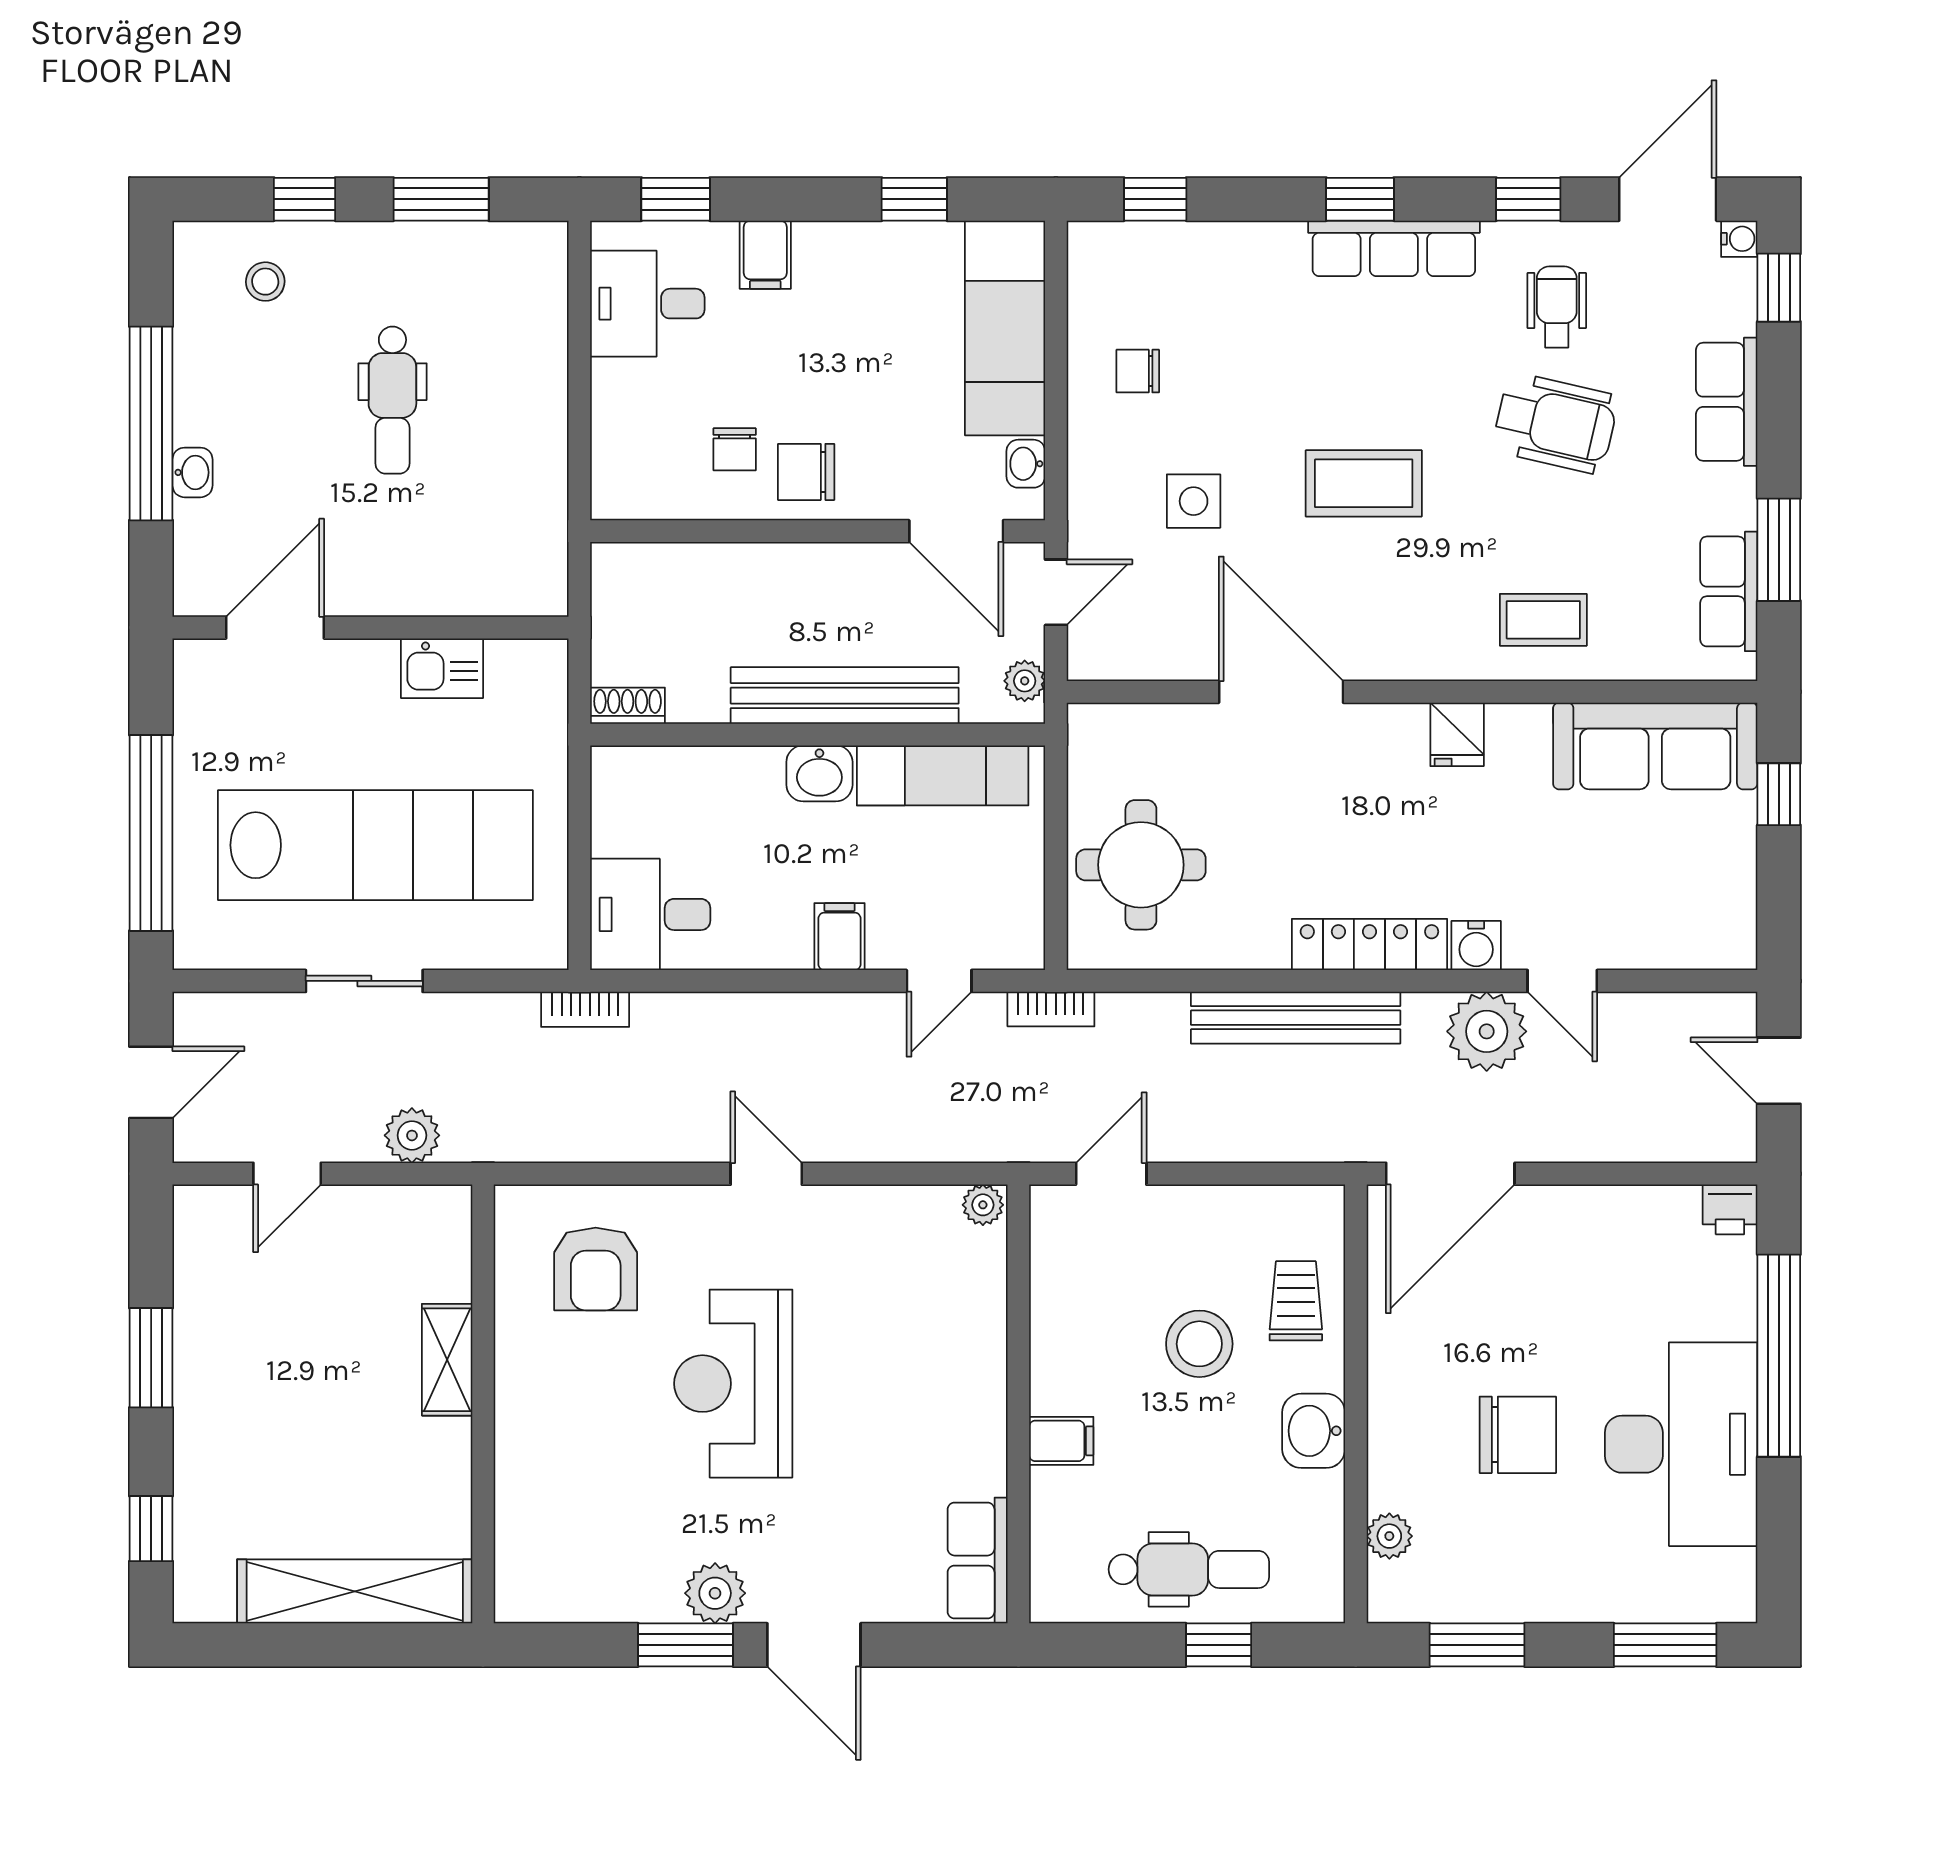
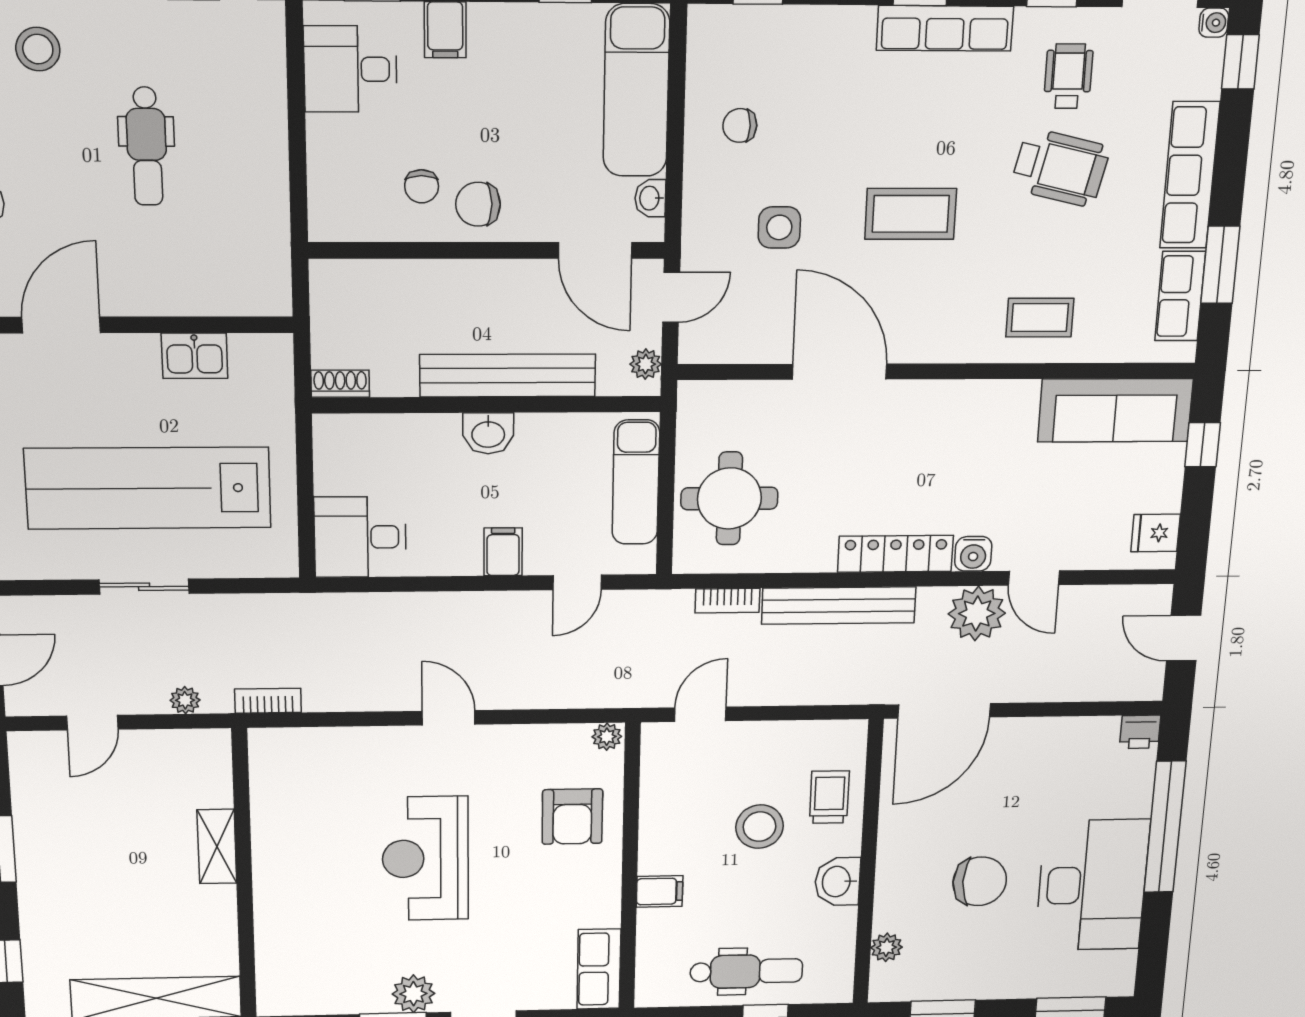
stool: (265, 282) -> (38, 49), width x1.37, depth x1.37
row of seats: (1727, 402) -> (1190, 175), width x1.48
fridge: (1457, 734) -> (1156, 533), moved, turned 90
exam couch: (943, 775) -> (636, 482), moved, turned 90
lab bench: (375, 845) -> (148, 488), turned 180
bookcase: (585, 1009) -> (268, 701), moved, turned 180
bookcase: (1051, 1009) -> (727, 601), moved
plant: (412, 1135) -> (185, 700), width x0.73, depth x0.73
armchair: (596, 1269) -> (572, 817), moved

